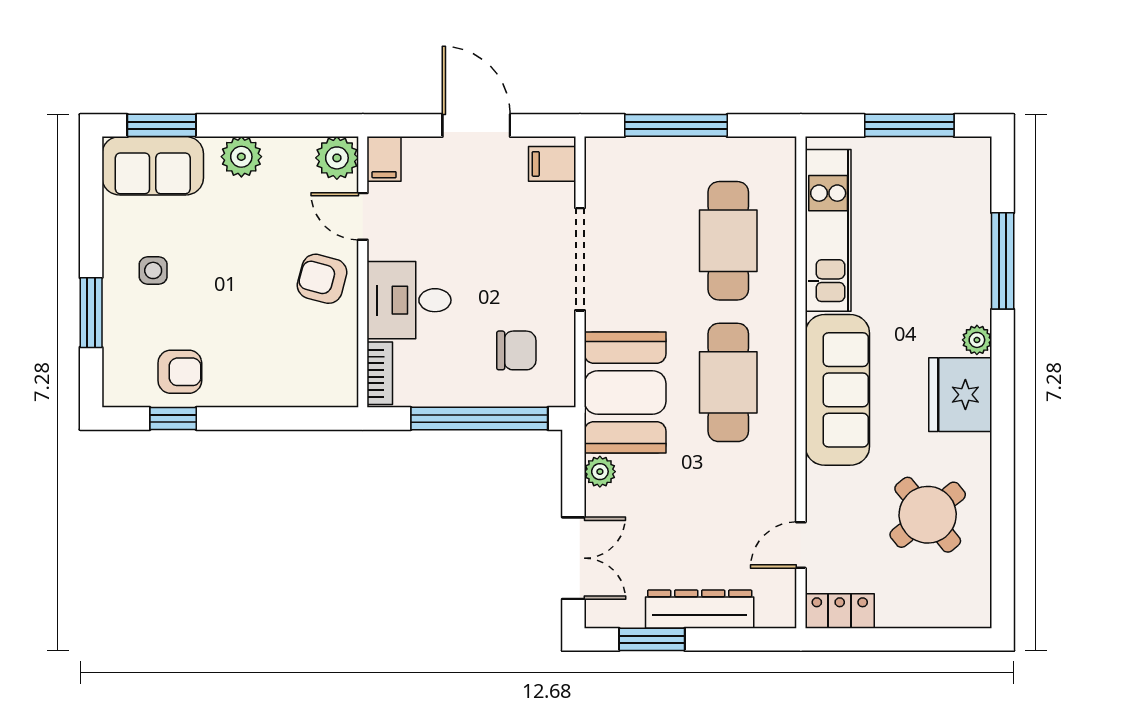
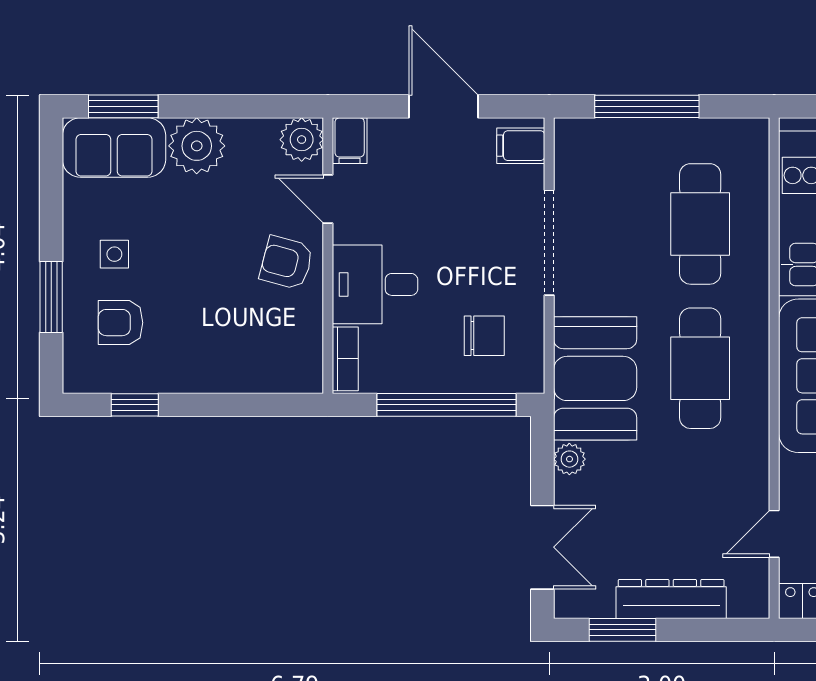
plant: (241, 157) -> (197, 146), width x1.36, depth x1.36
armchair: (180, 372) -> (120, 323), moved, turned 180

